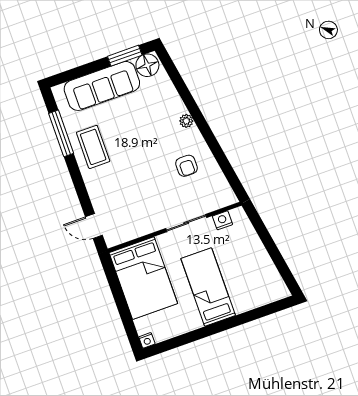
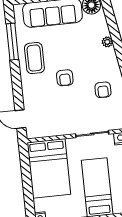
plant: (186, 121) -> (107, 42), moved
armchair: (136, 162) -> (65, 78), added

